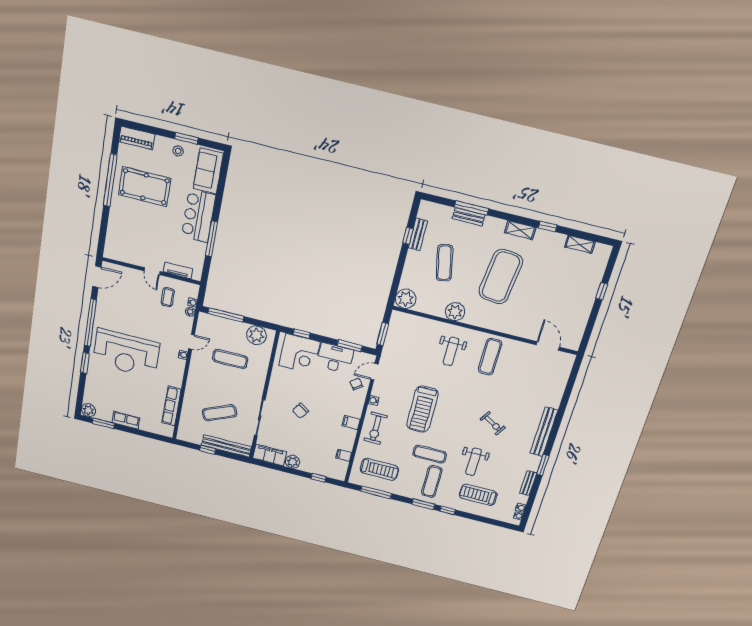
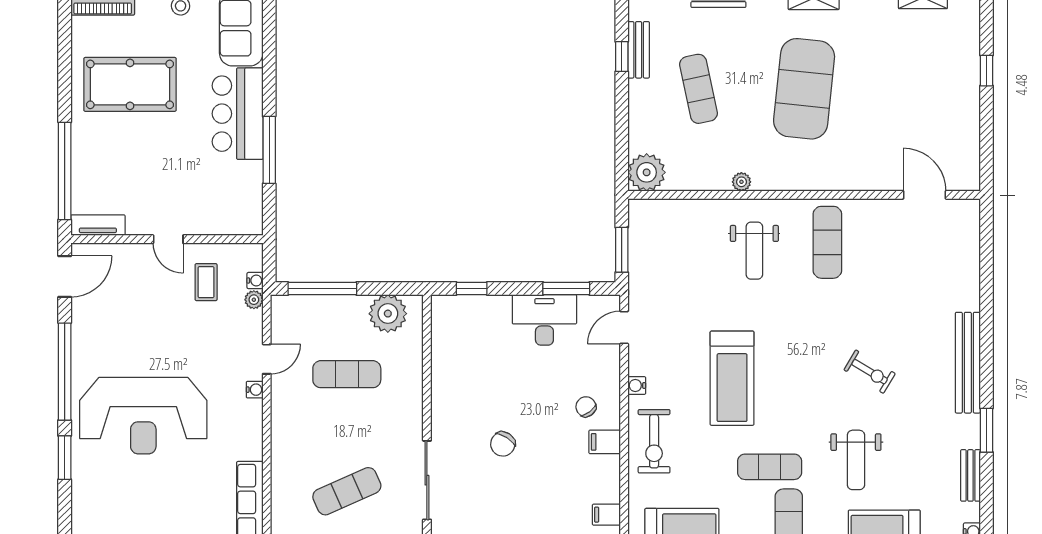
window: (110, 180) -> (65, 171), moved
tv unit: (178, 270) -> (98, 225), moved
plant: (455, 312) -> (741, 182), width x0.53, depth x0.53
corner desk: (300, 354) -> (476, 329), removed
chair: (356, 384) -> (586, 407), moved

